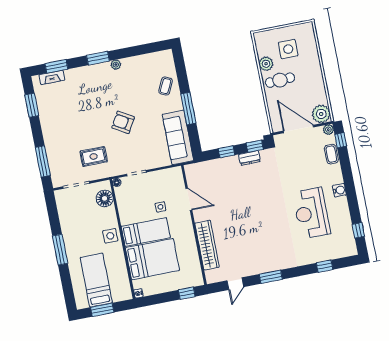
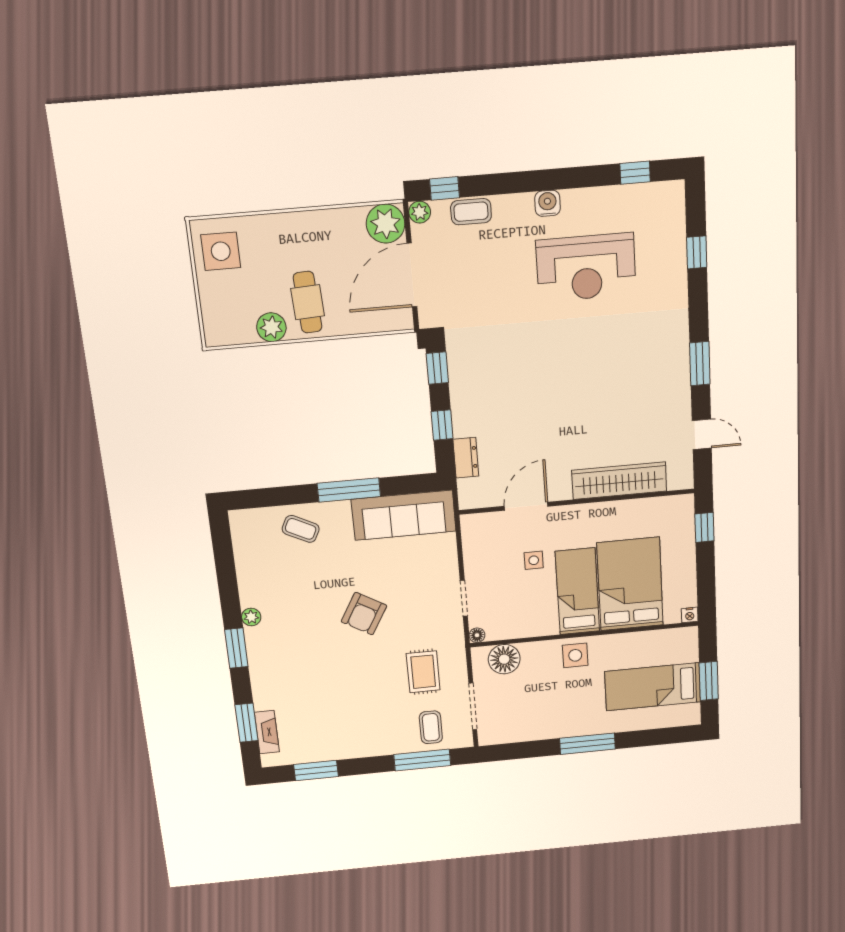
side table: (288, 49) -> (221, 251), moved
dresser: (250, 158) -> (466, 458), moved
coffee table: (62, 164) -> (431, 727), added

